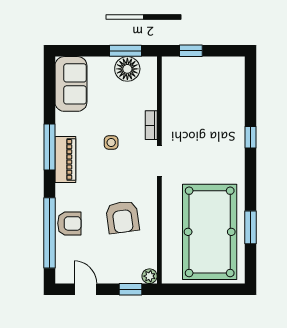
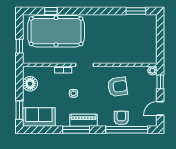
window: (125, 51) -> (19, 110), moved
window: (250, 137) -> (51, 11), moved
window: (250, 227) -> (136, 11), moved
pool table: (210, 232) -> (56, 31), moved

